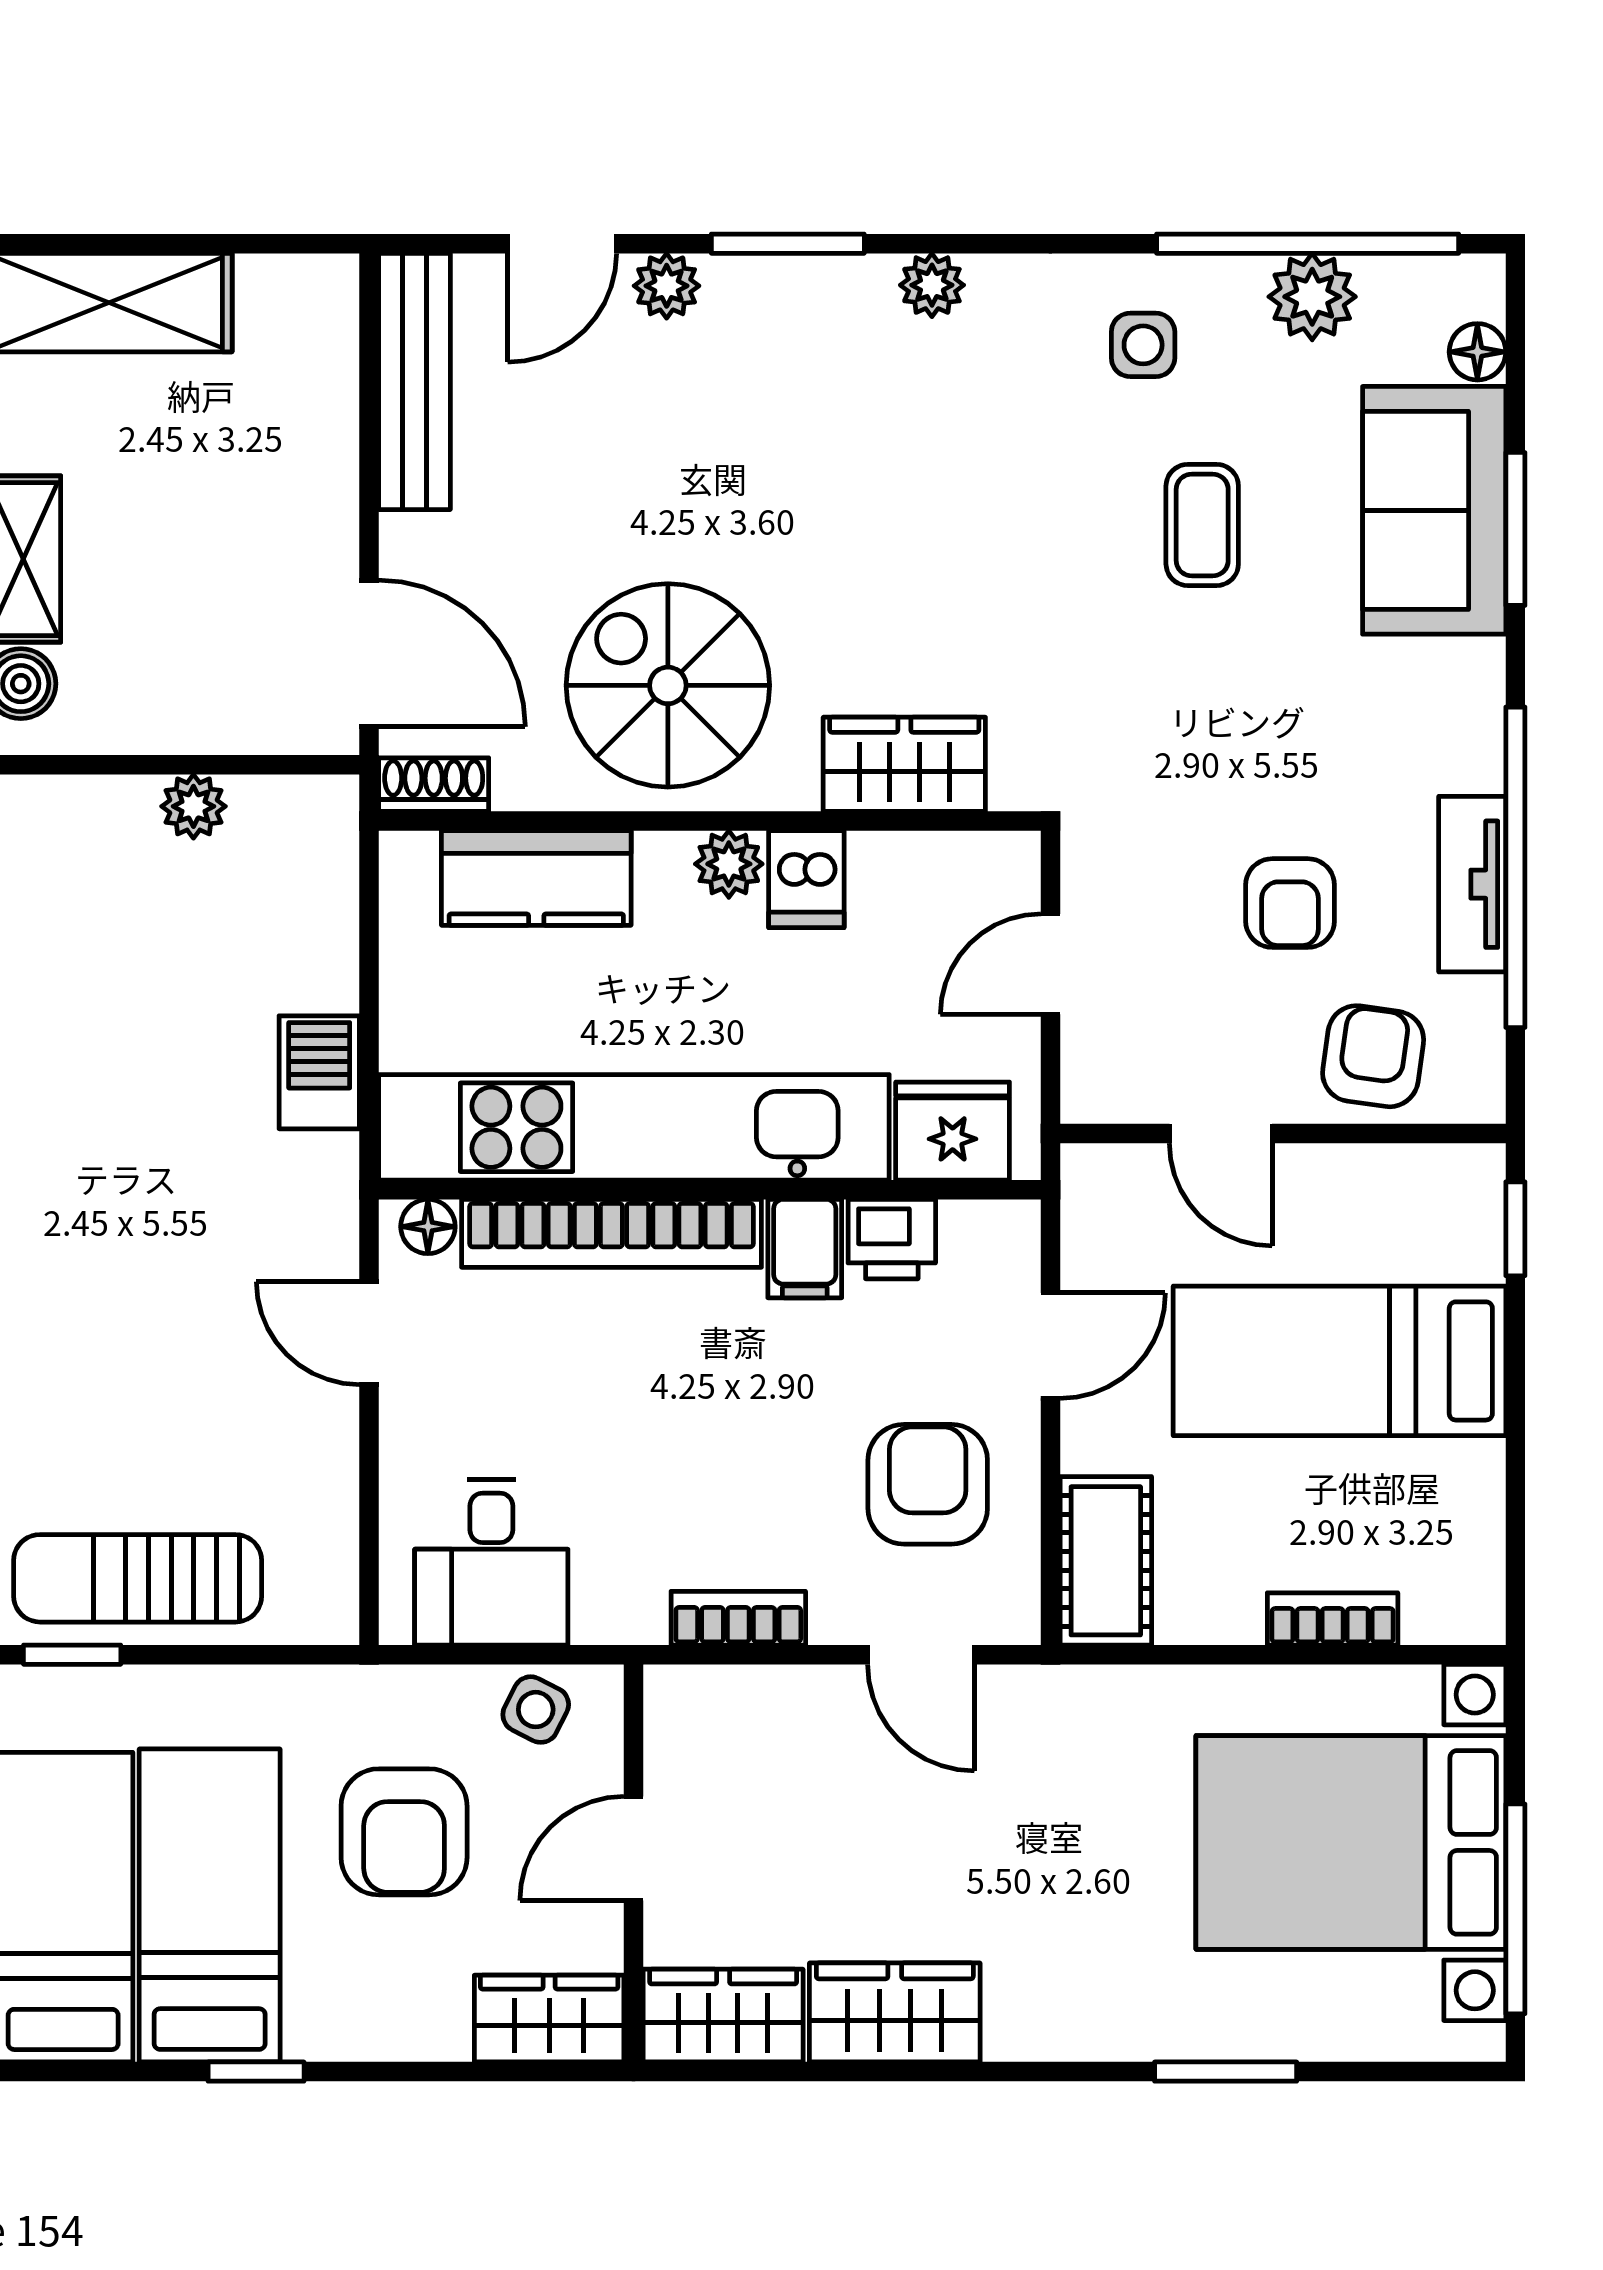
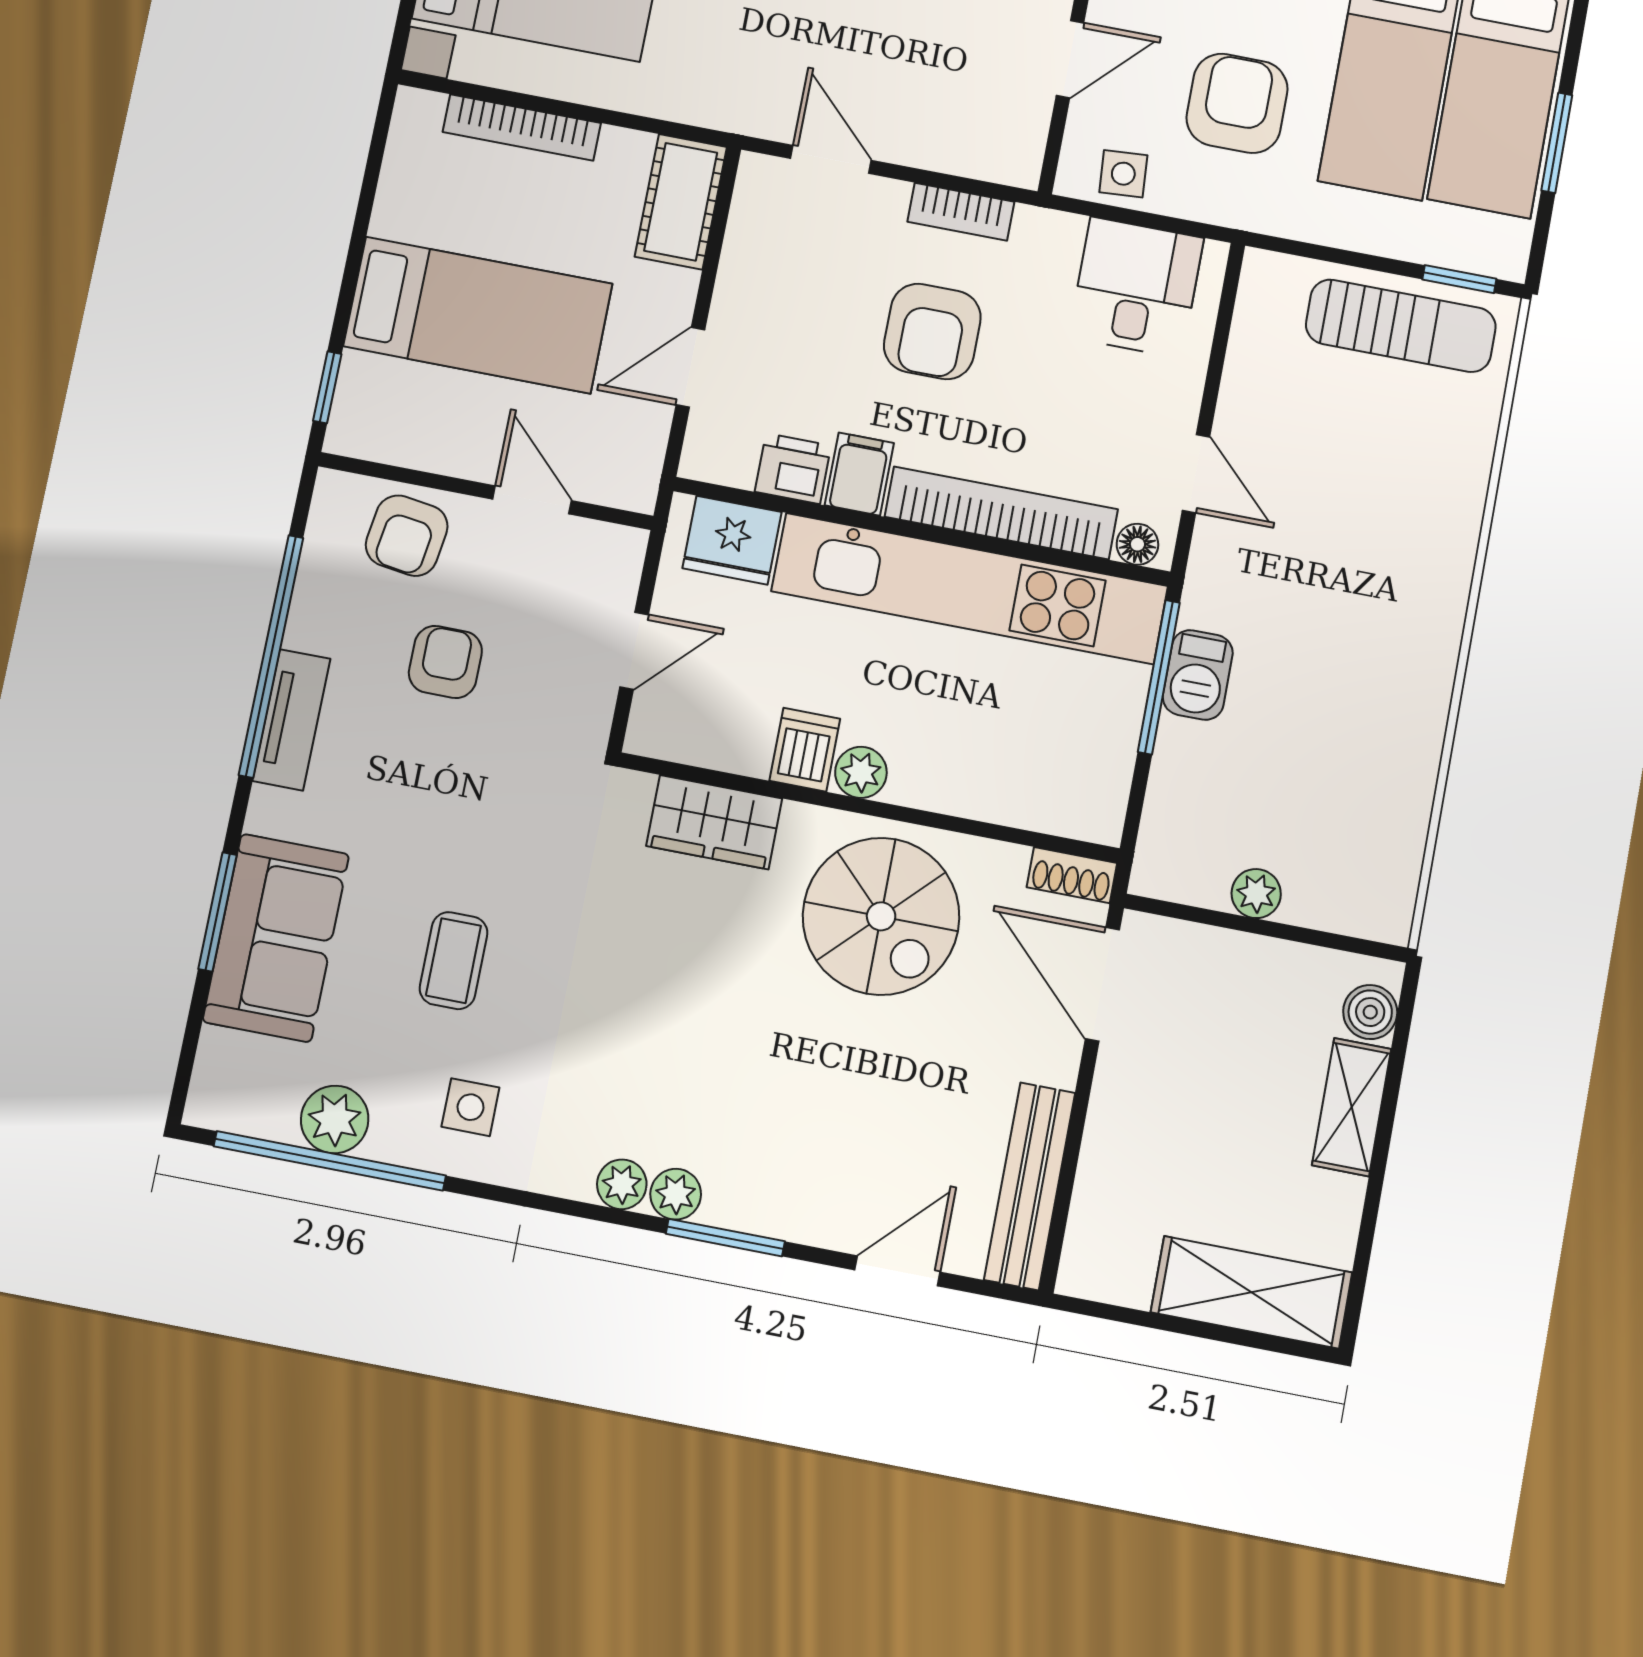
plant: (667, 286) -> (676, 1194), moved
floor lamp: (1477, 352) -> (218, 1053), removed
kitchen counter: (536, 878) -> (1008, 790), removed
tv unit: (1472, 884) -> (291, 720), moved
window: (369, 1060) -> (1159, 677), added
armchair: (928, 1484) -> (932, 331), moved
bookcase: (1333, 1619) -> (522, 127), width x1.56
side table: (536, 1710) -> (1123, 174), turned -31

